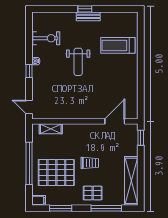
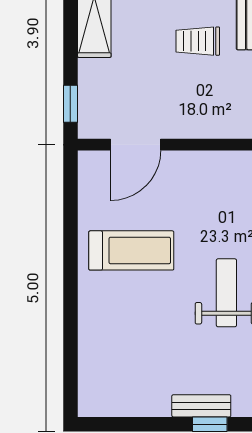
treadmill: (118, 45) -> (131, 250), moved

